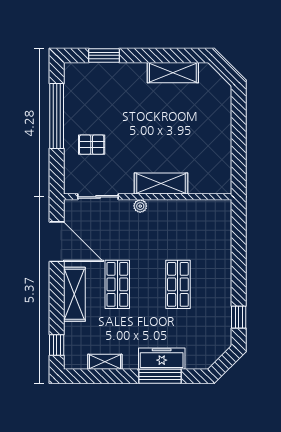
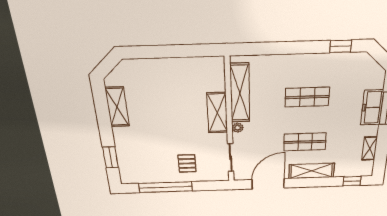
shelving: (186, 210) -> (240, 93), added

